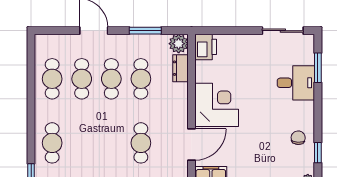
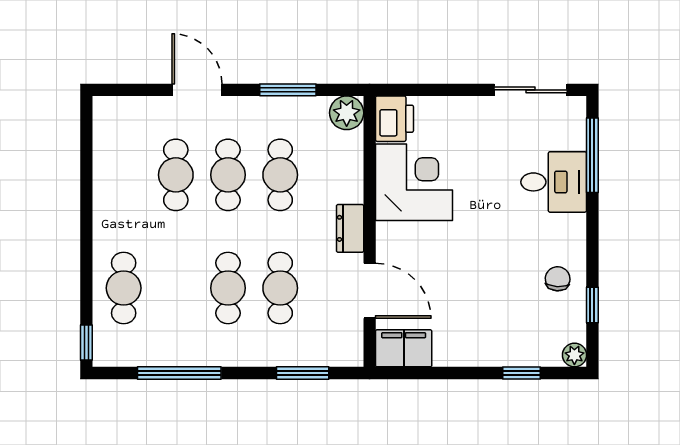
dresser: (180, 68) -> (350, 228), moved
window: (318, 68) -> (592, 155), width x1.44
cafe table: (52, 79) -> (228, 288), moved
corner desk: (217, 105) -> (414, 182), moved
door: (192, 144) -> (370, 291), hinge flipped

